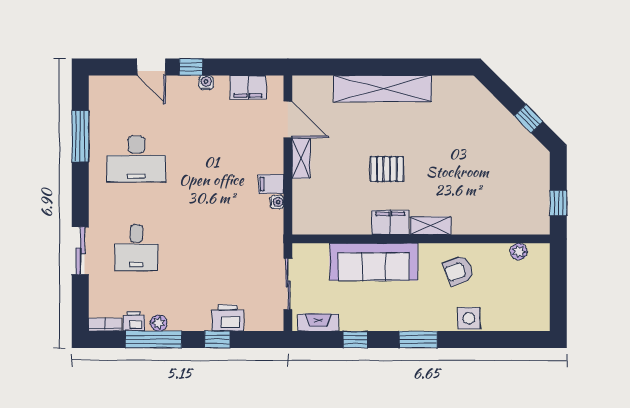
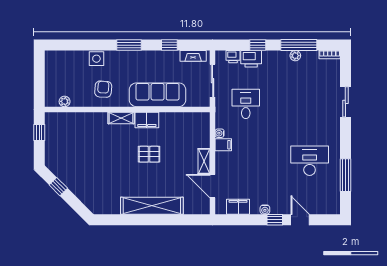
desk: (136, 248) -> (246, 104), moved
armchair: (458, 271) -> (103, 89), turned -65
printer: (134, 321) -> (233, 57), moved

